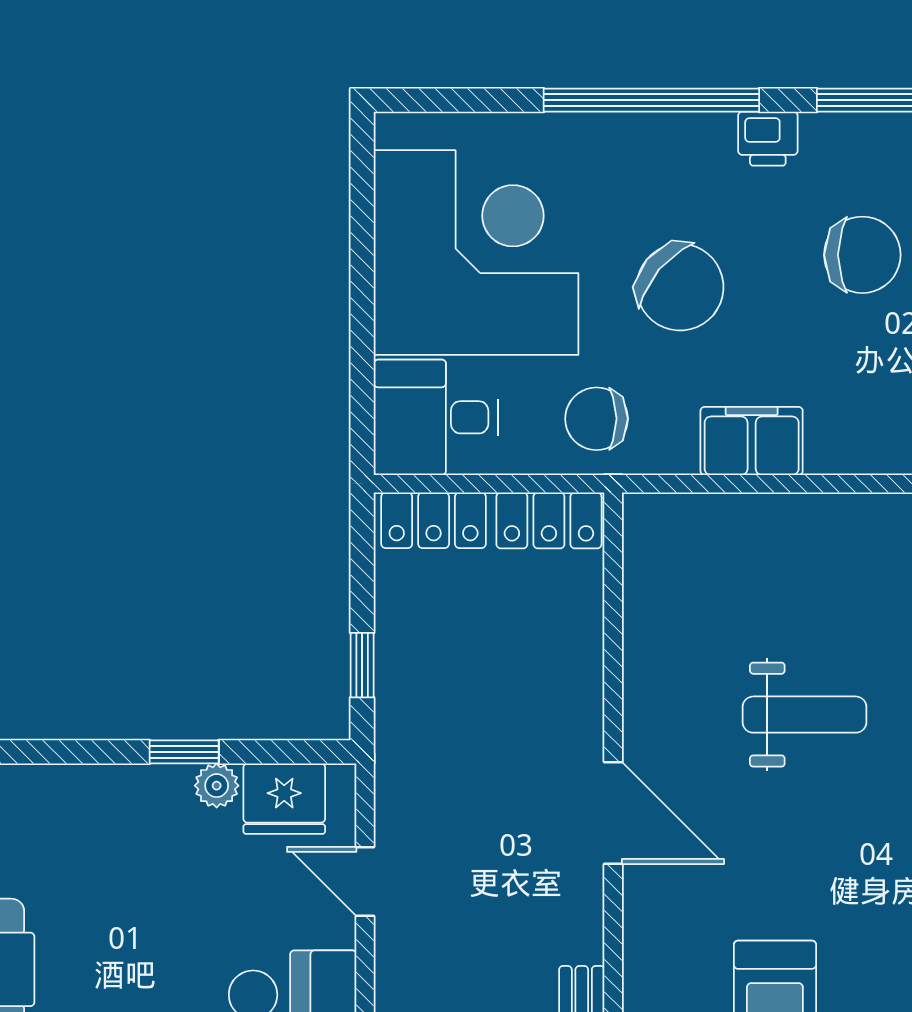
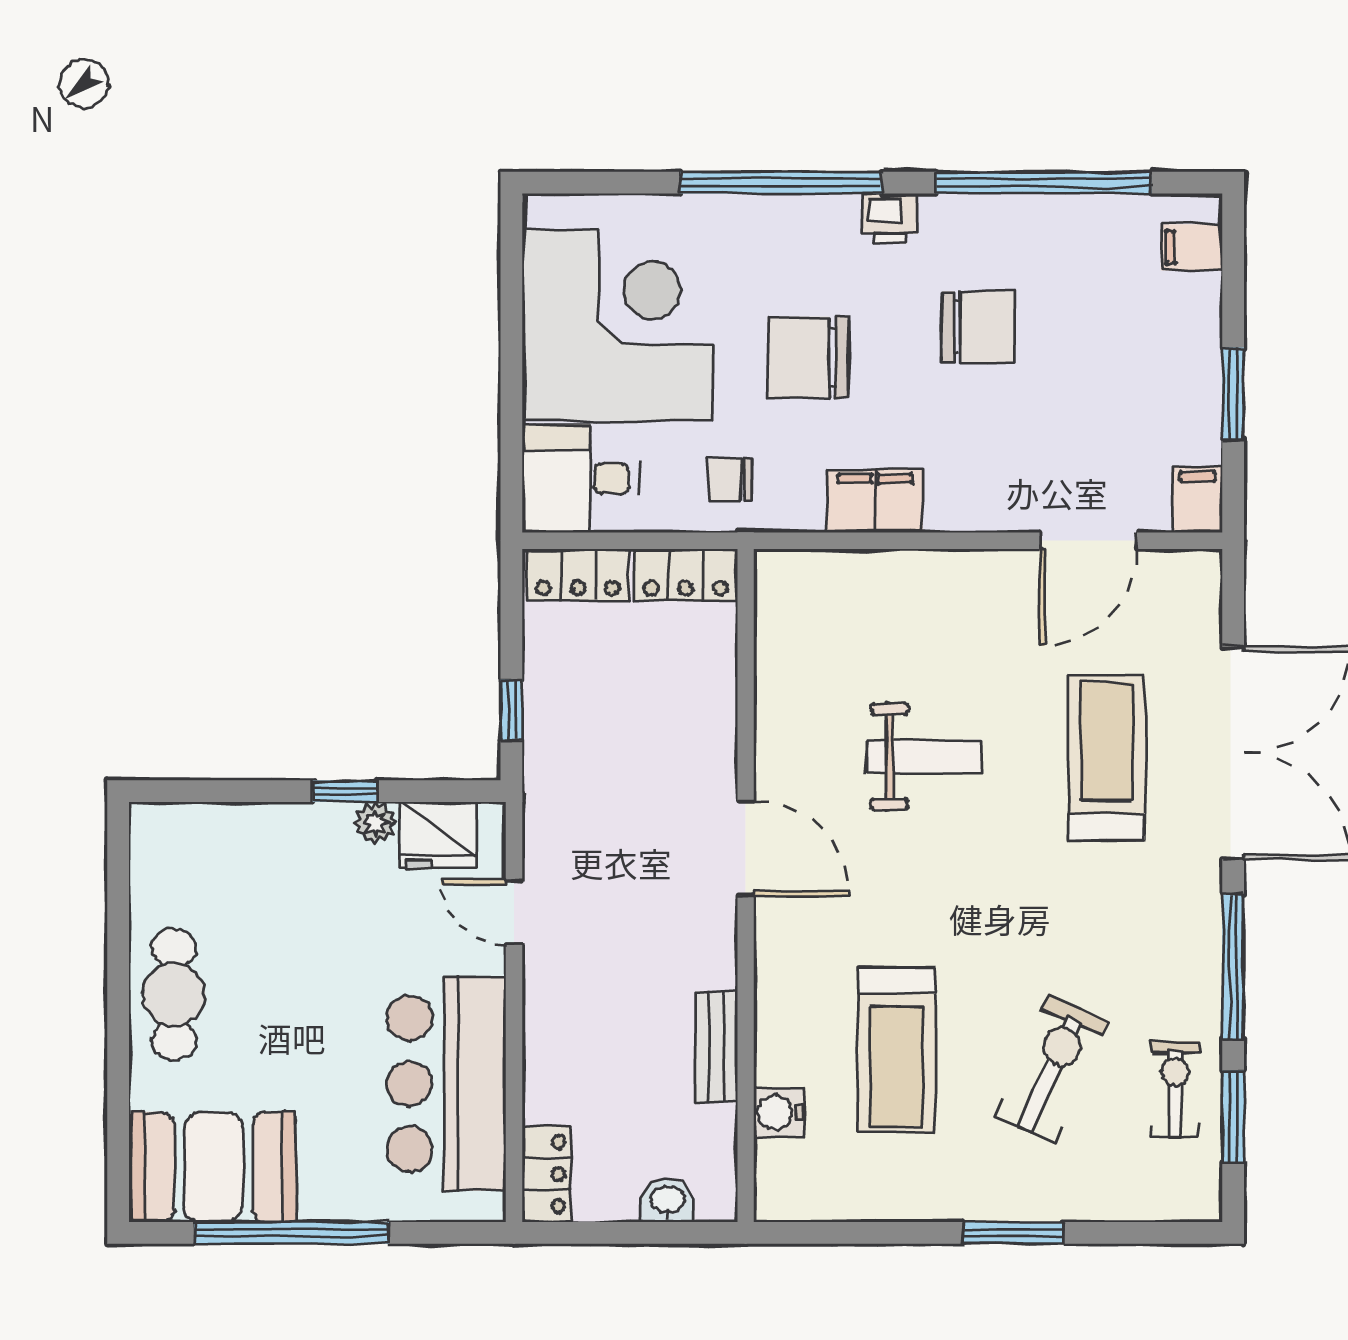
chair: (680, 287) -> (808, 357), turned 140
chair: (596, 419) -> (730, 480), width x0.73, depth x0.73

